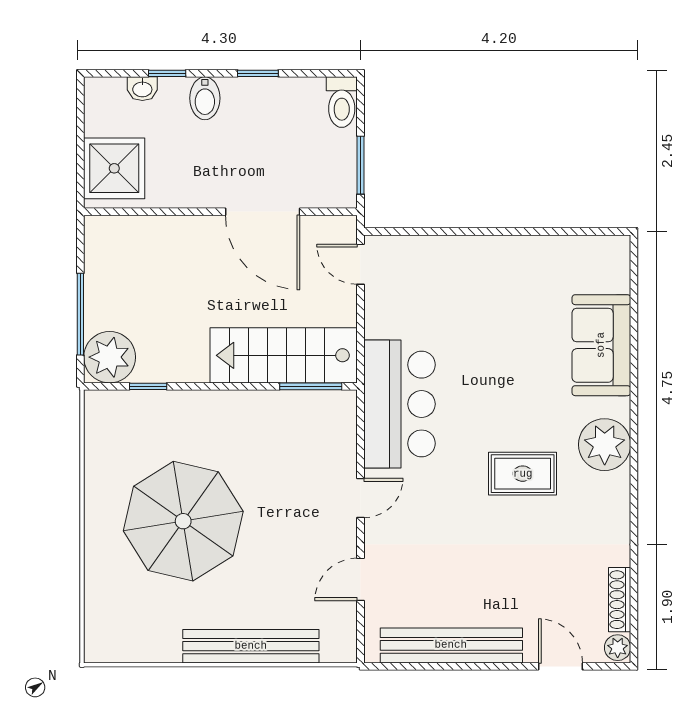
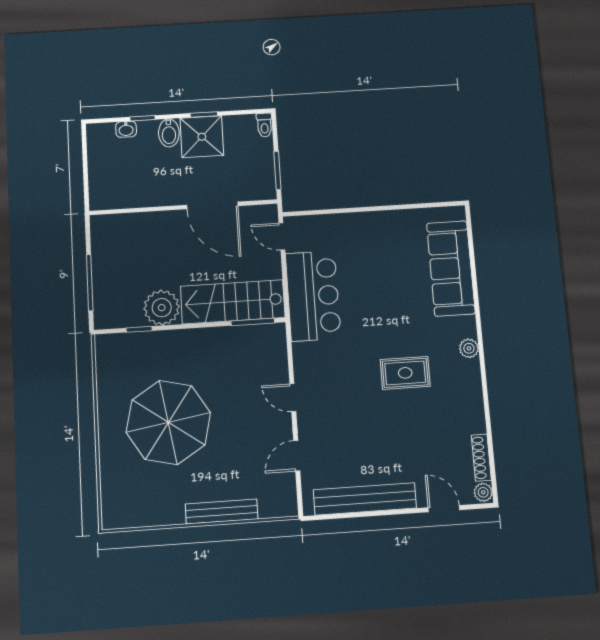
toilet: (342, 102) -> (264, 125), width x0.73, depth x0.72
shower: (114, 168) -> (202, 137), moved
sofa: (601, 345) -> (451, 268), width x1.36
plant: (110, 357) -> (162, 308), moved
bar counter: (399, 404) -> (313, 296), moved
plant: (605, 445) -> (469, 348), width x0.53, depth x0.53
door: (360, 498) -> (293, 398), swing flipped
bench: (251, 646) -> (222, 512), width x0.73, depth x0.82

